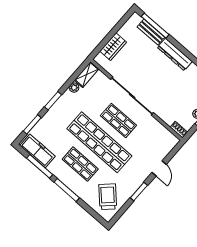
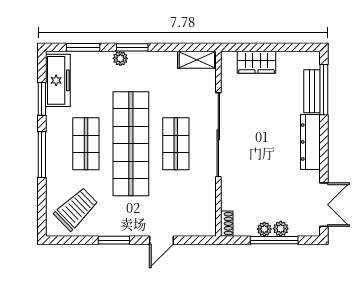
plant: (74, 88) -> (120, 58), moved
window: (40, 166) -> (42, 99), width x0.69

